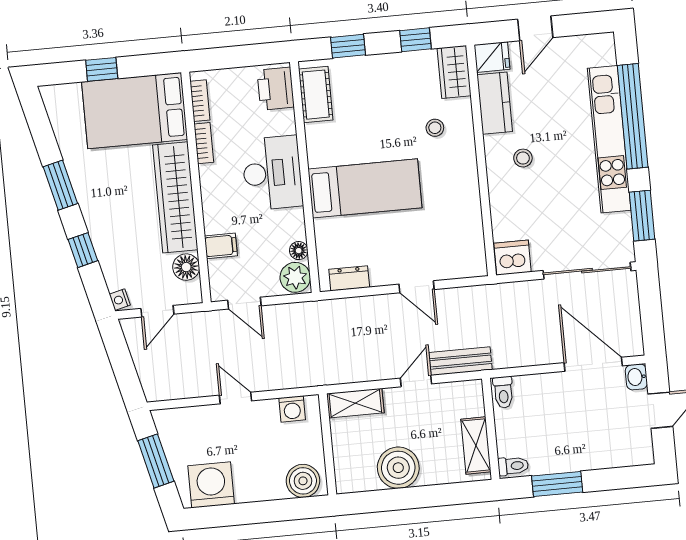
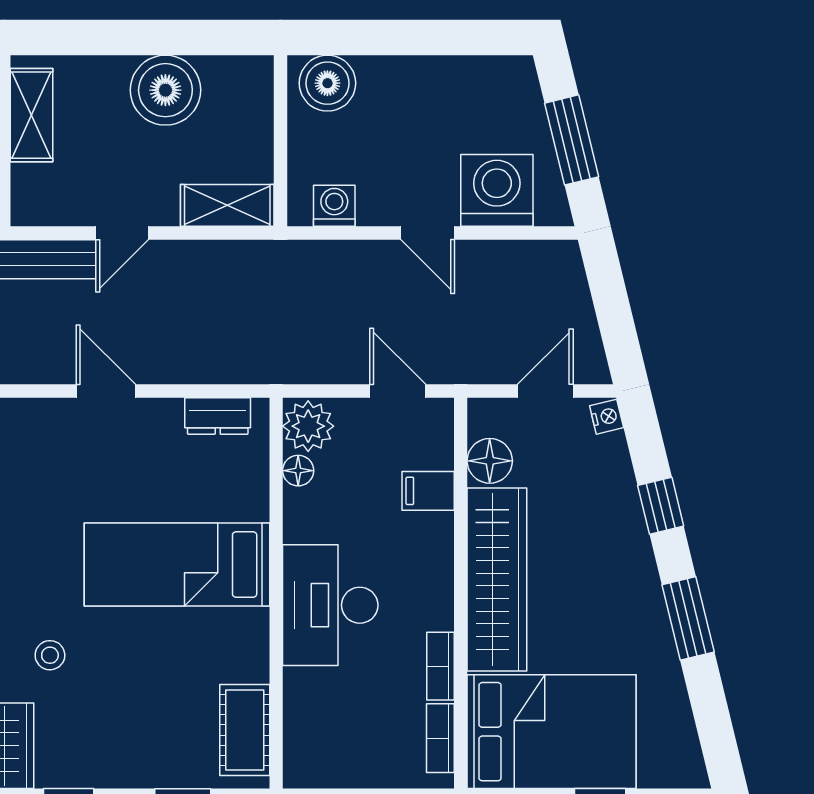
printer: (276, 89) -> (311, 746), removed
washing machine: (211, 485) -> (497, 190), moved, turned 180

